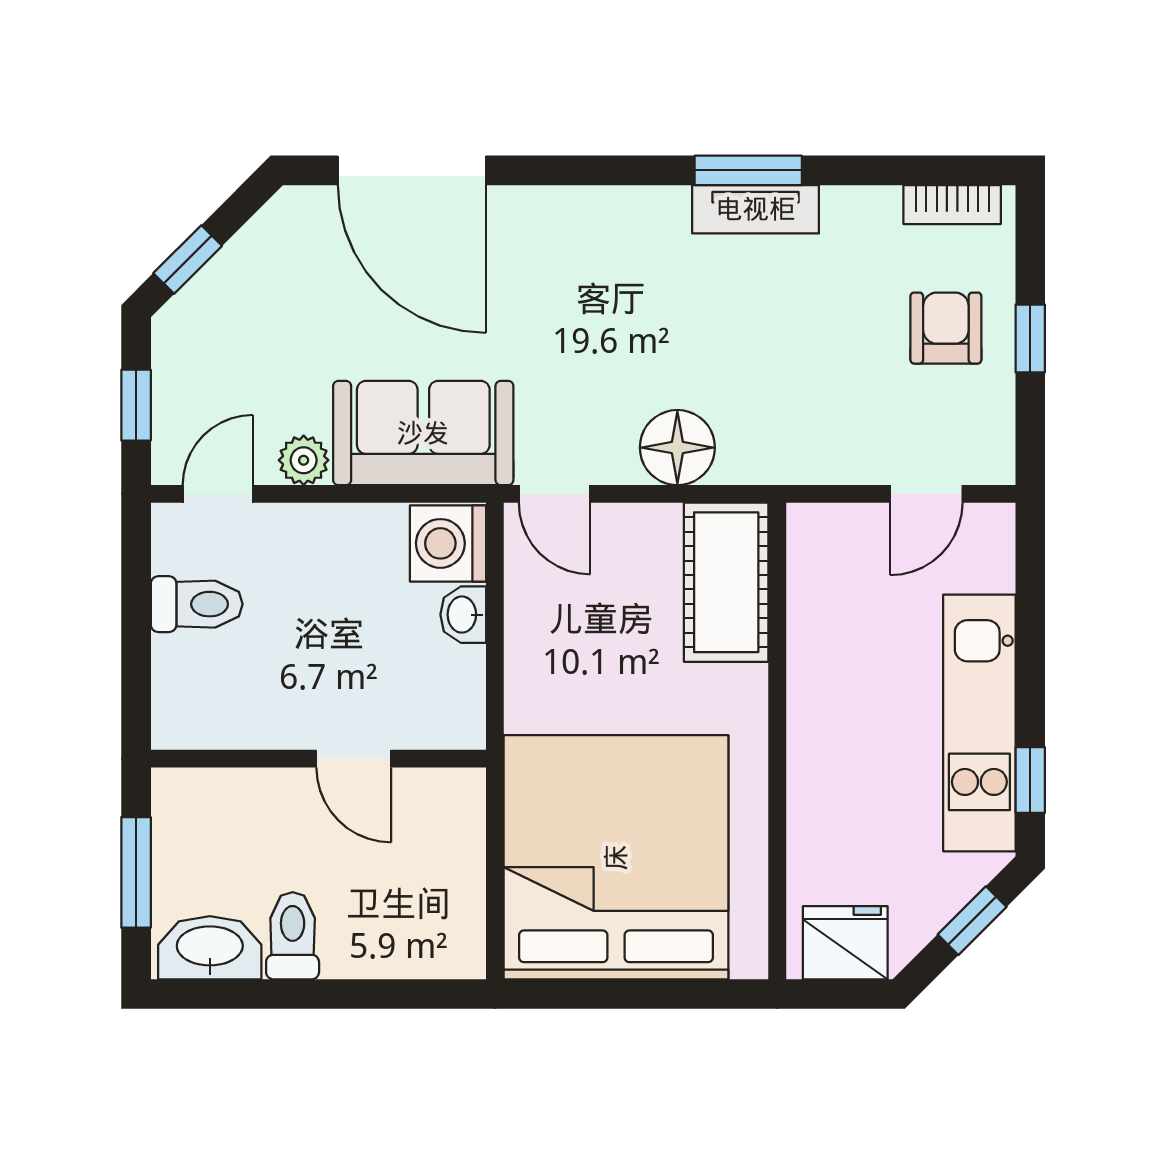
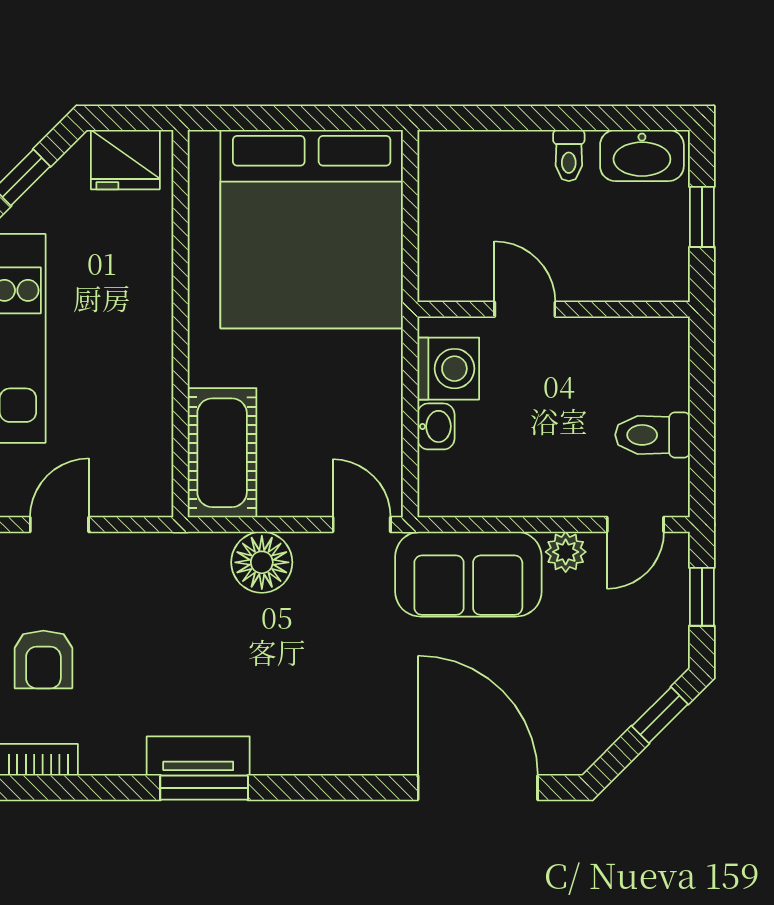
washing machine: (448, 543) -> (448, 369), moved
window: (136, 872) -> (702, 217), width x0.67
toilet: (293, 936) -> (569, 155), width x0.73, depth x0.72

